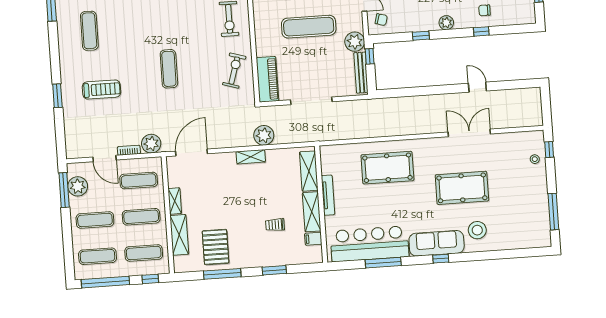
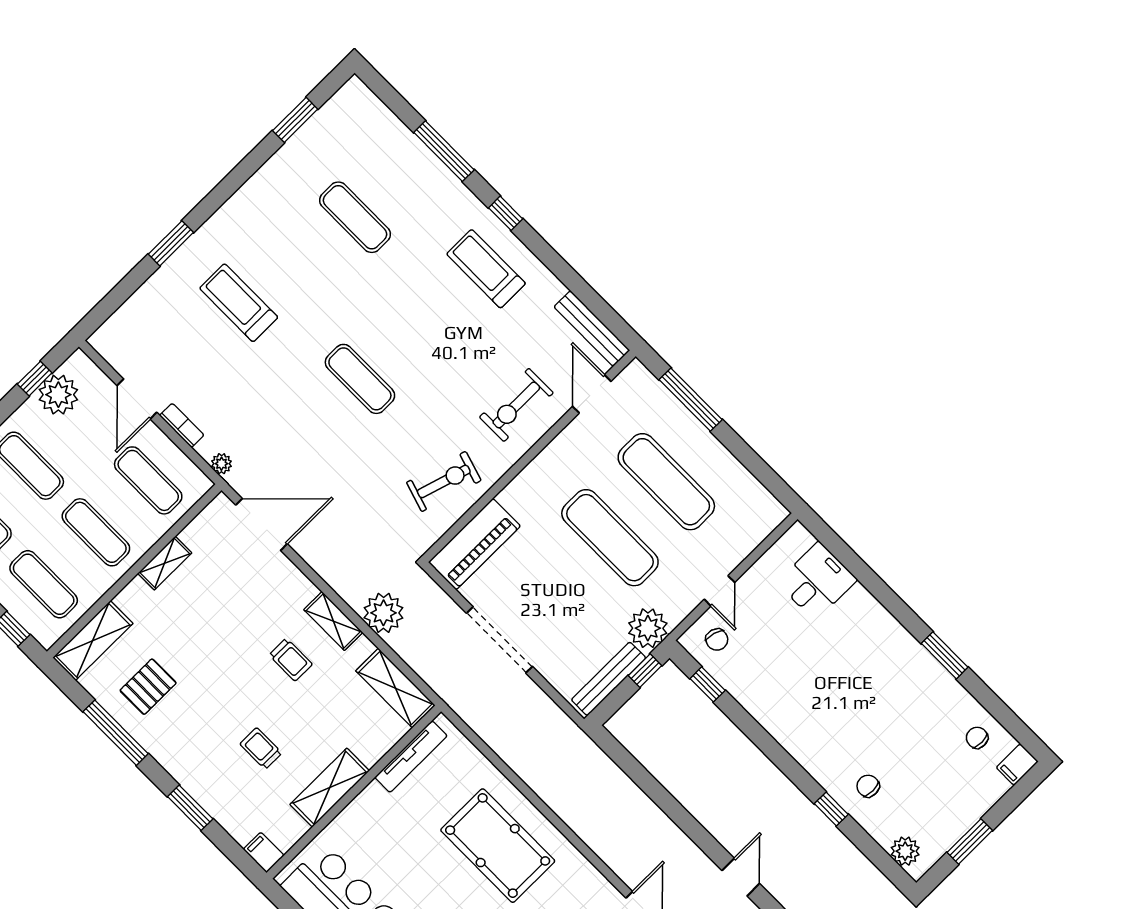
plant: (446, 23) -> (905, 851), moved
exercise mat: (89, 31) -> (355, 217), moved, turned 90
window: (421, 36) -> (708, 684), moved
exercise mat: (169, 69) -> (360, 379), turned 90
treadmill: (101, 89) -> (239, 303), turned 180
plant: (151, 144) -> (221, 464), width x0.53, depth x0.53
shelving: (309, 171) -> (395, 688), moved, turned 90
trolley: (251, 185) -> (291, 660), added
window: (64, 190) -> (35, 379), width x0.46
tv unit: (328, 195) -> (411, 757), moved
shelving: (179, 235) -> (93, 640), moved
filing cabinet: (313, 239) -> (264, 852), moved
pallet: (216, 247) -> (148, 687), width x0.67, depth x0.71

